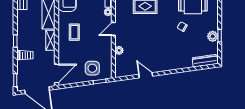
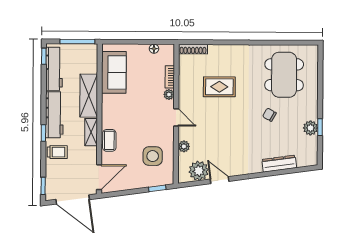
workbench: (23, 28) -> (54, 115), added
door: (113, 29) -> (176, 117), swing flipped
coffee table: (74, 32) -> (109, 140), moved
dresser: (205, 61) -> (279, 164), moved
side table: (92, 68) -> (153, 156), moved
plant: (130, 68) -> (199, 171), added

